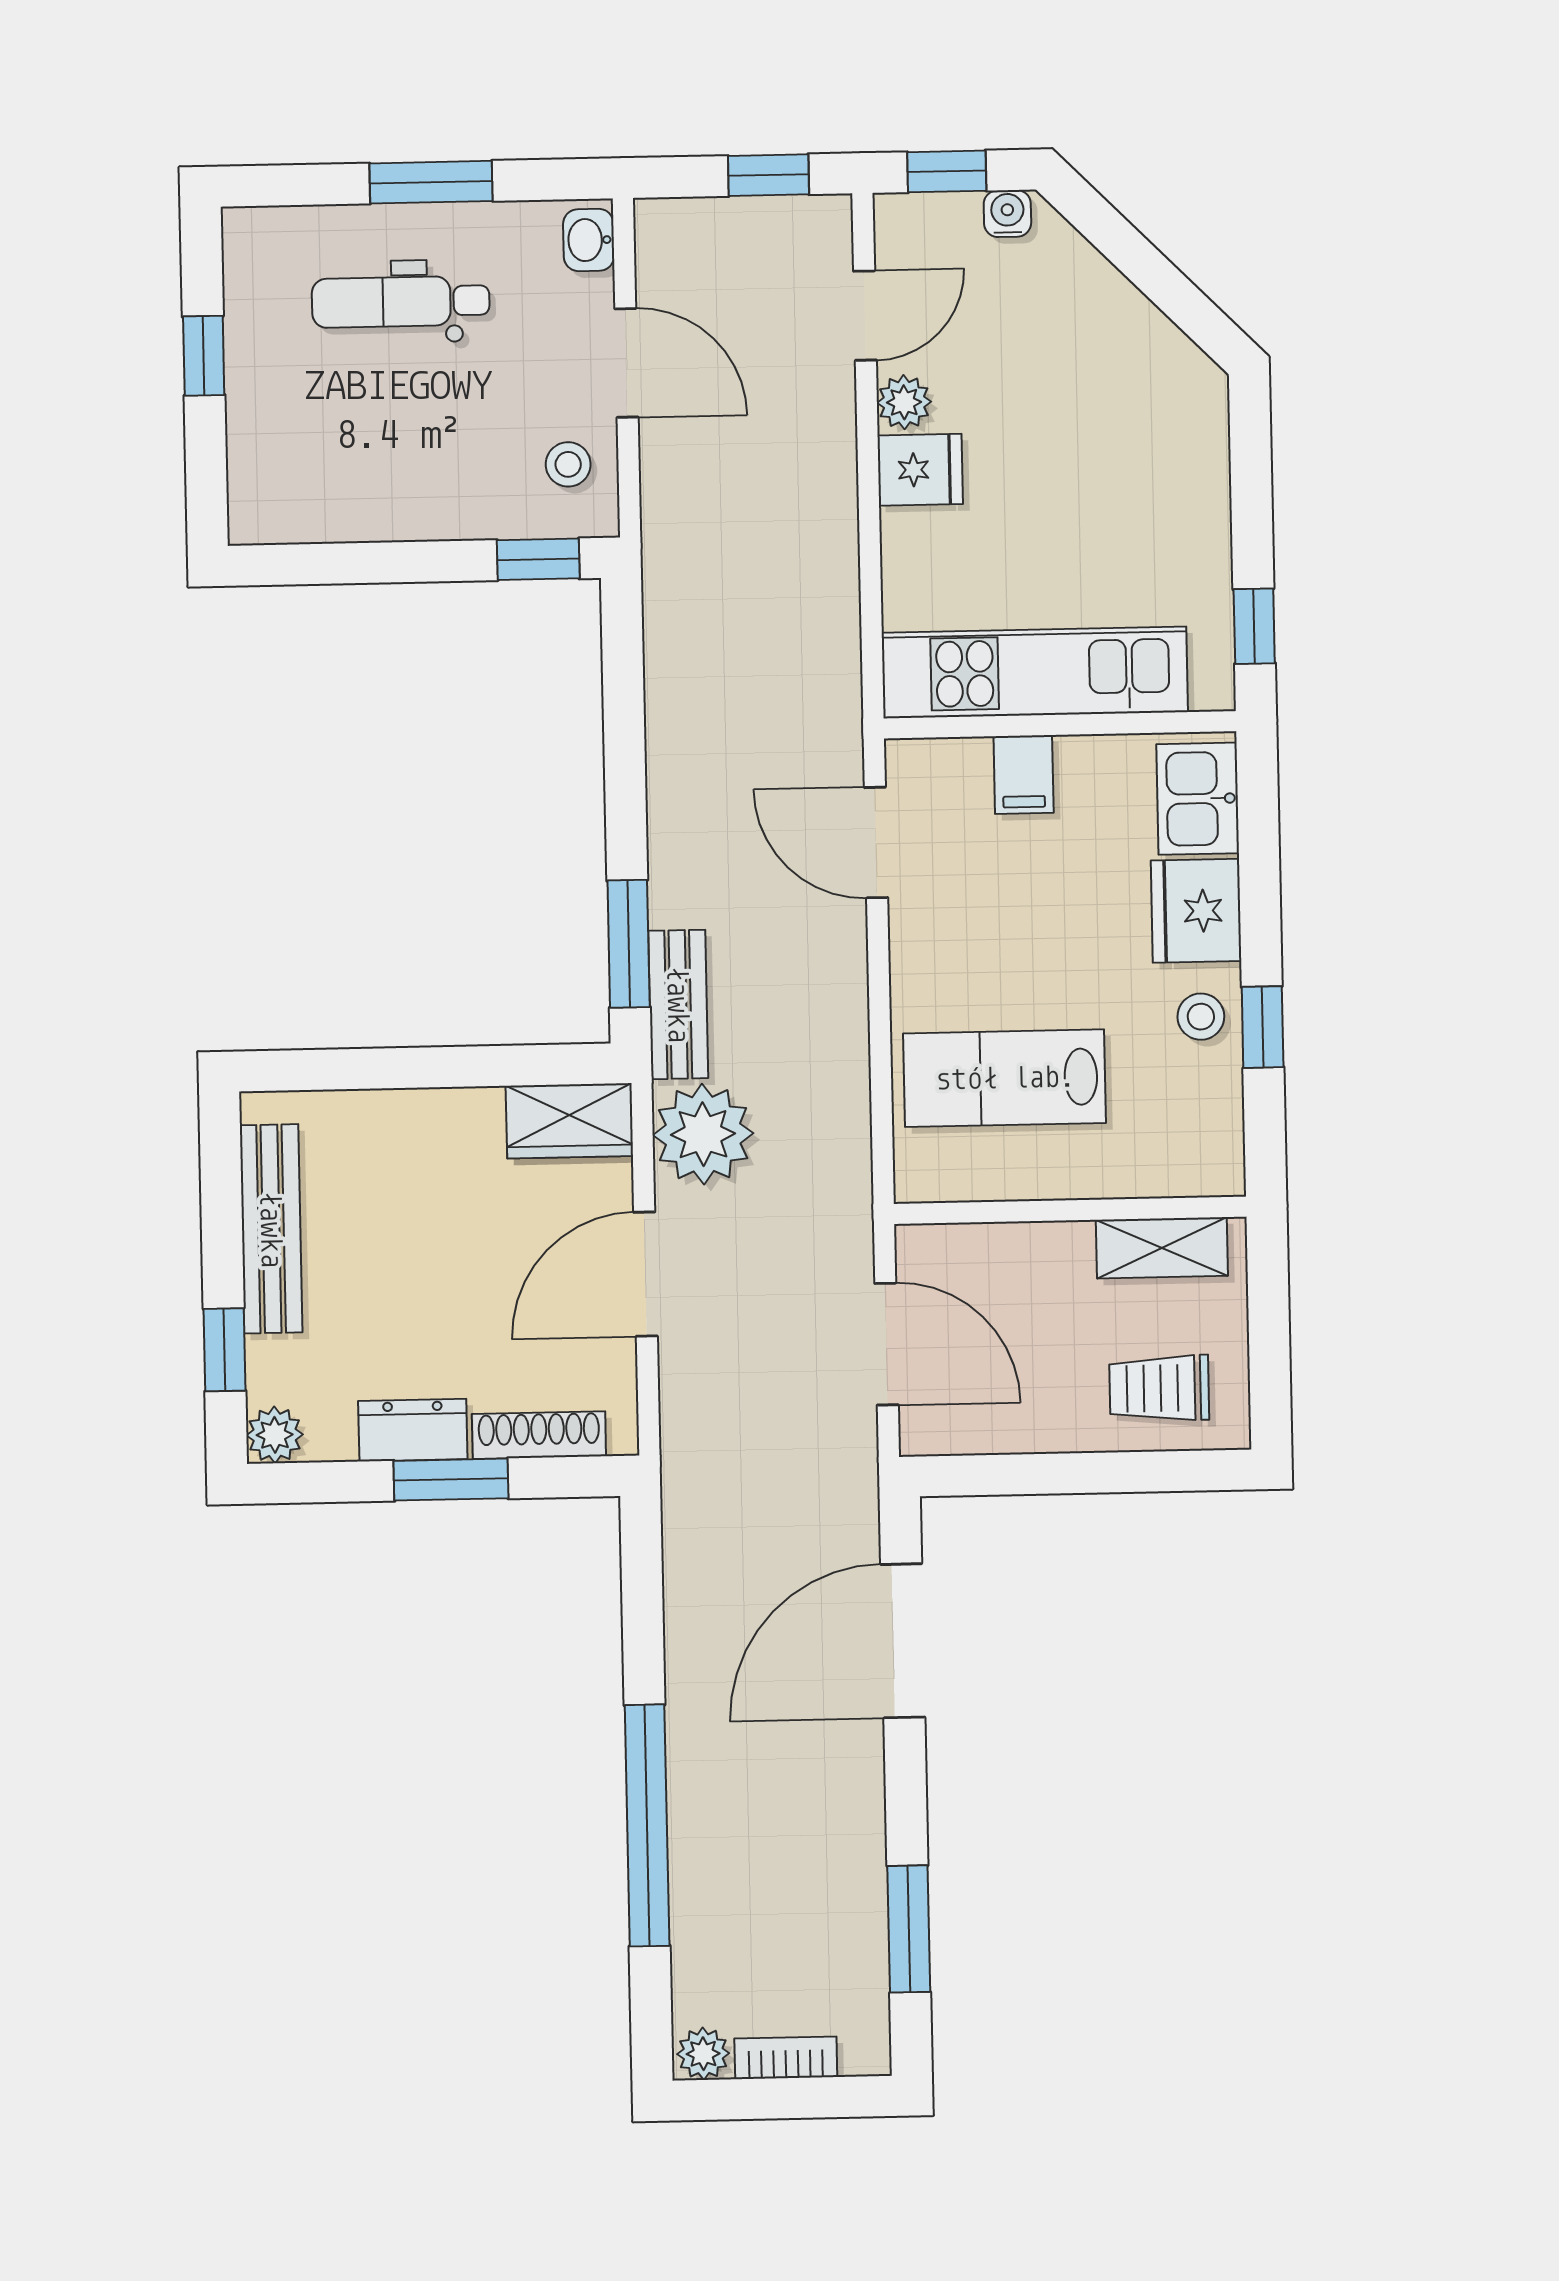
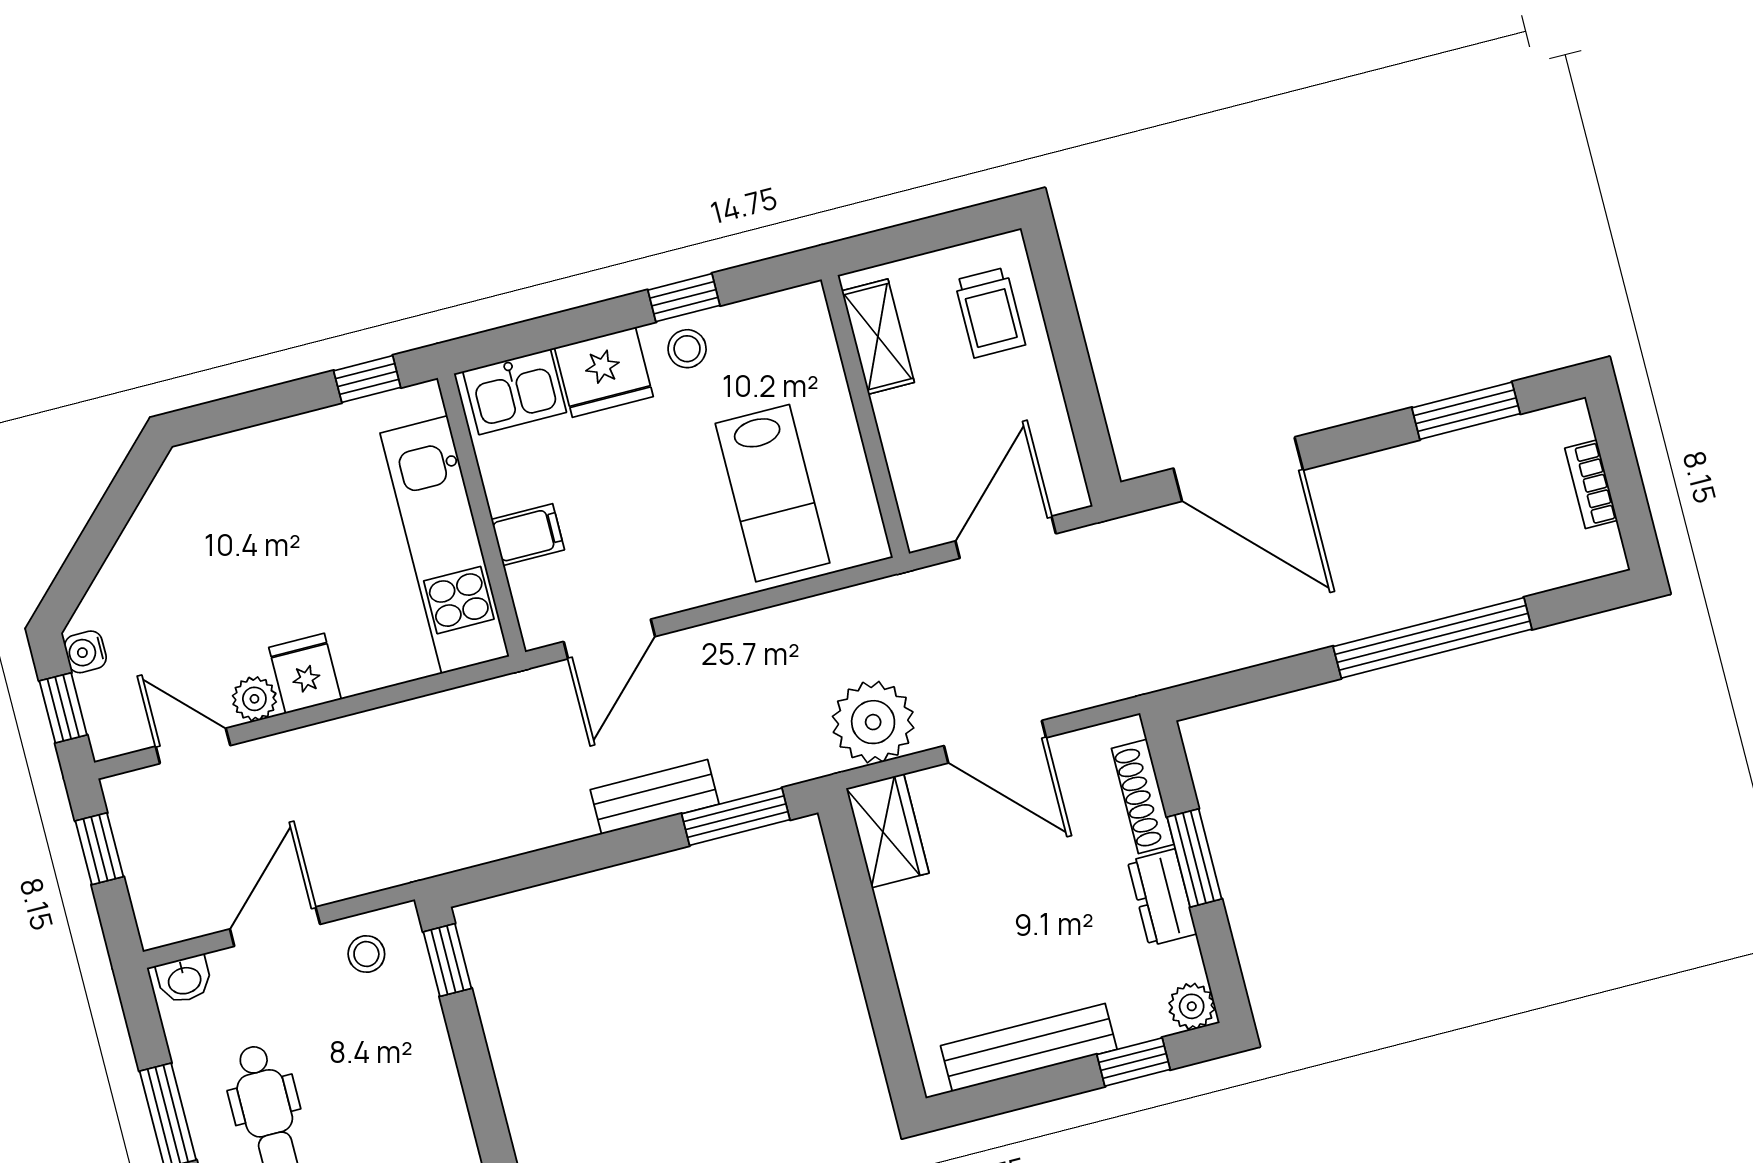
bench: (678, 1004) -> (655, 797), moved
plant: (703, 2054) -> (1603, 551), removed

